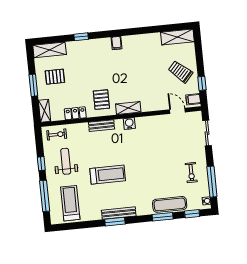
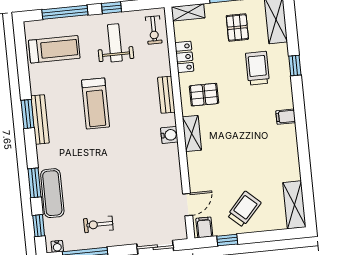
trolley: (83, 63) -> (257, 68), added
weight bench: (66, 161) -> (115, 43), turned -90

